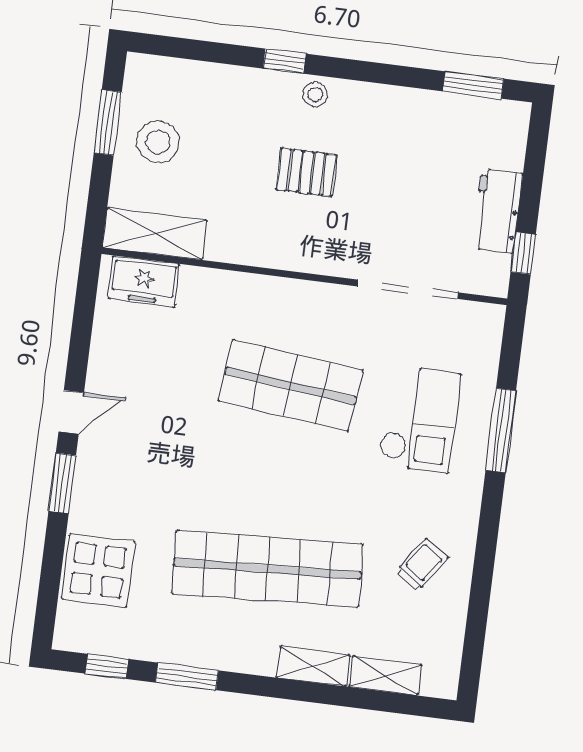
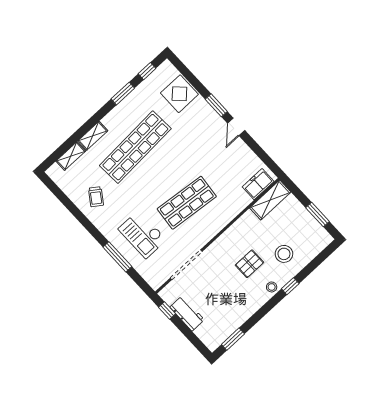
stool: (158, 142) -> (284, 254), moved

